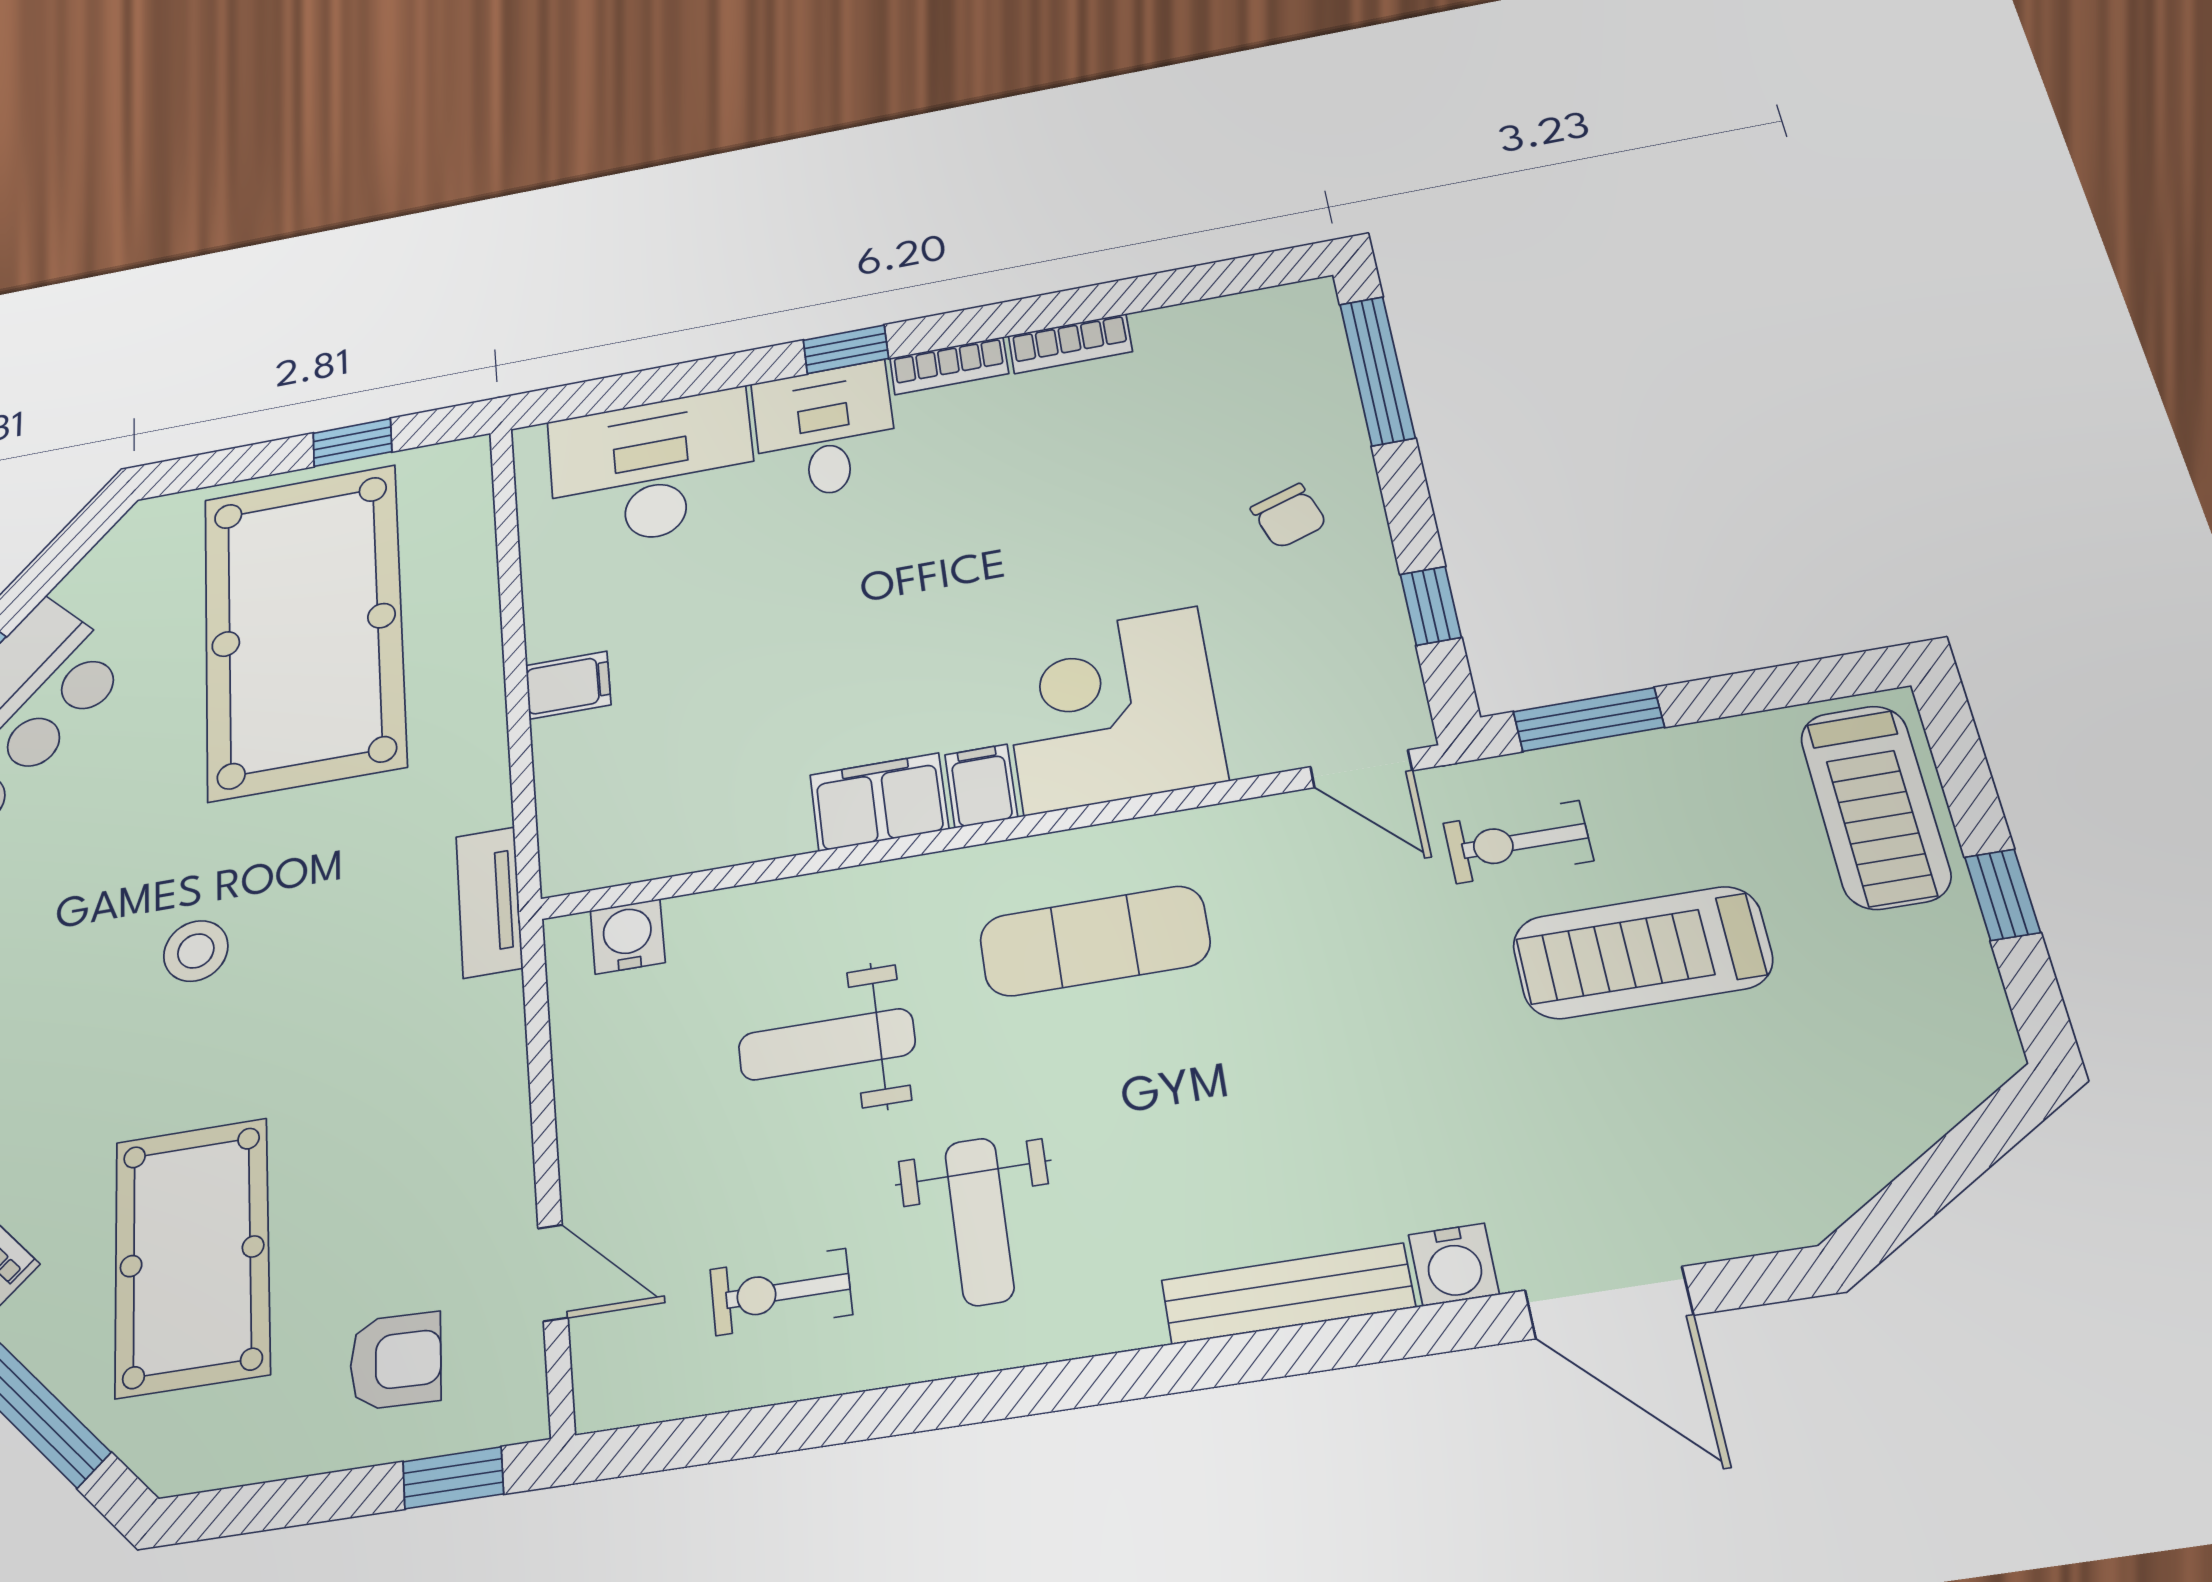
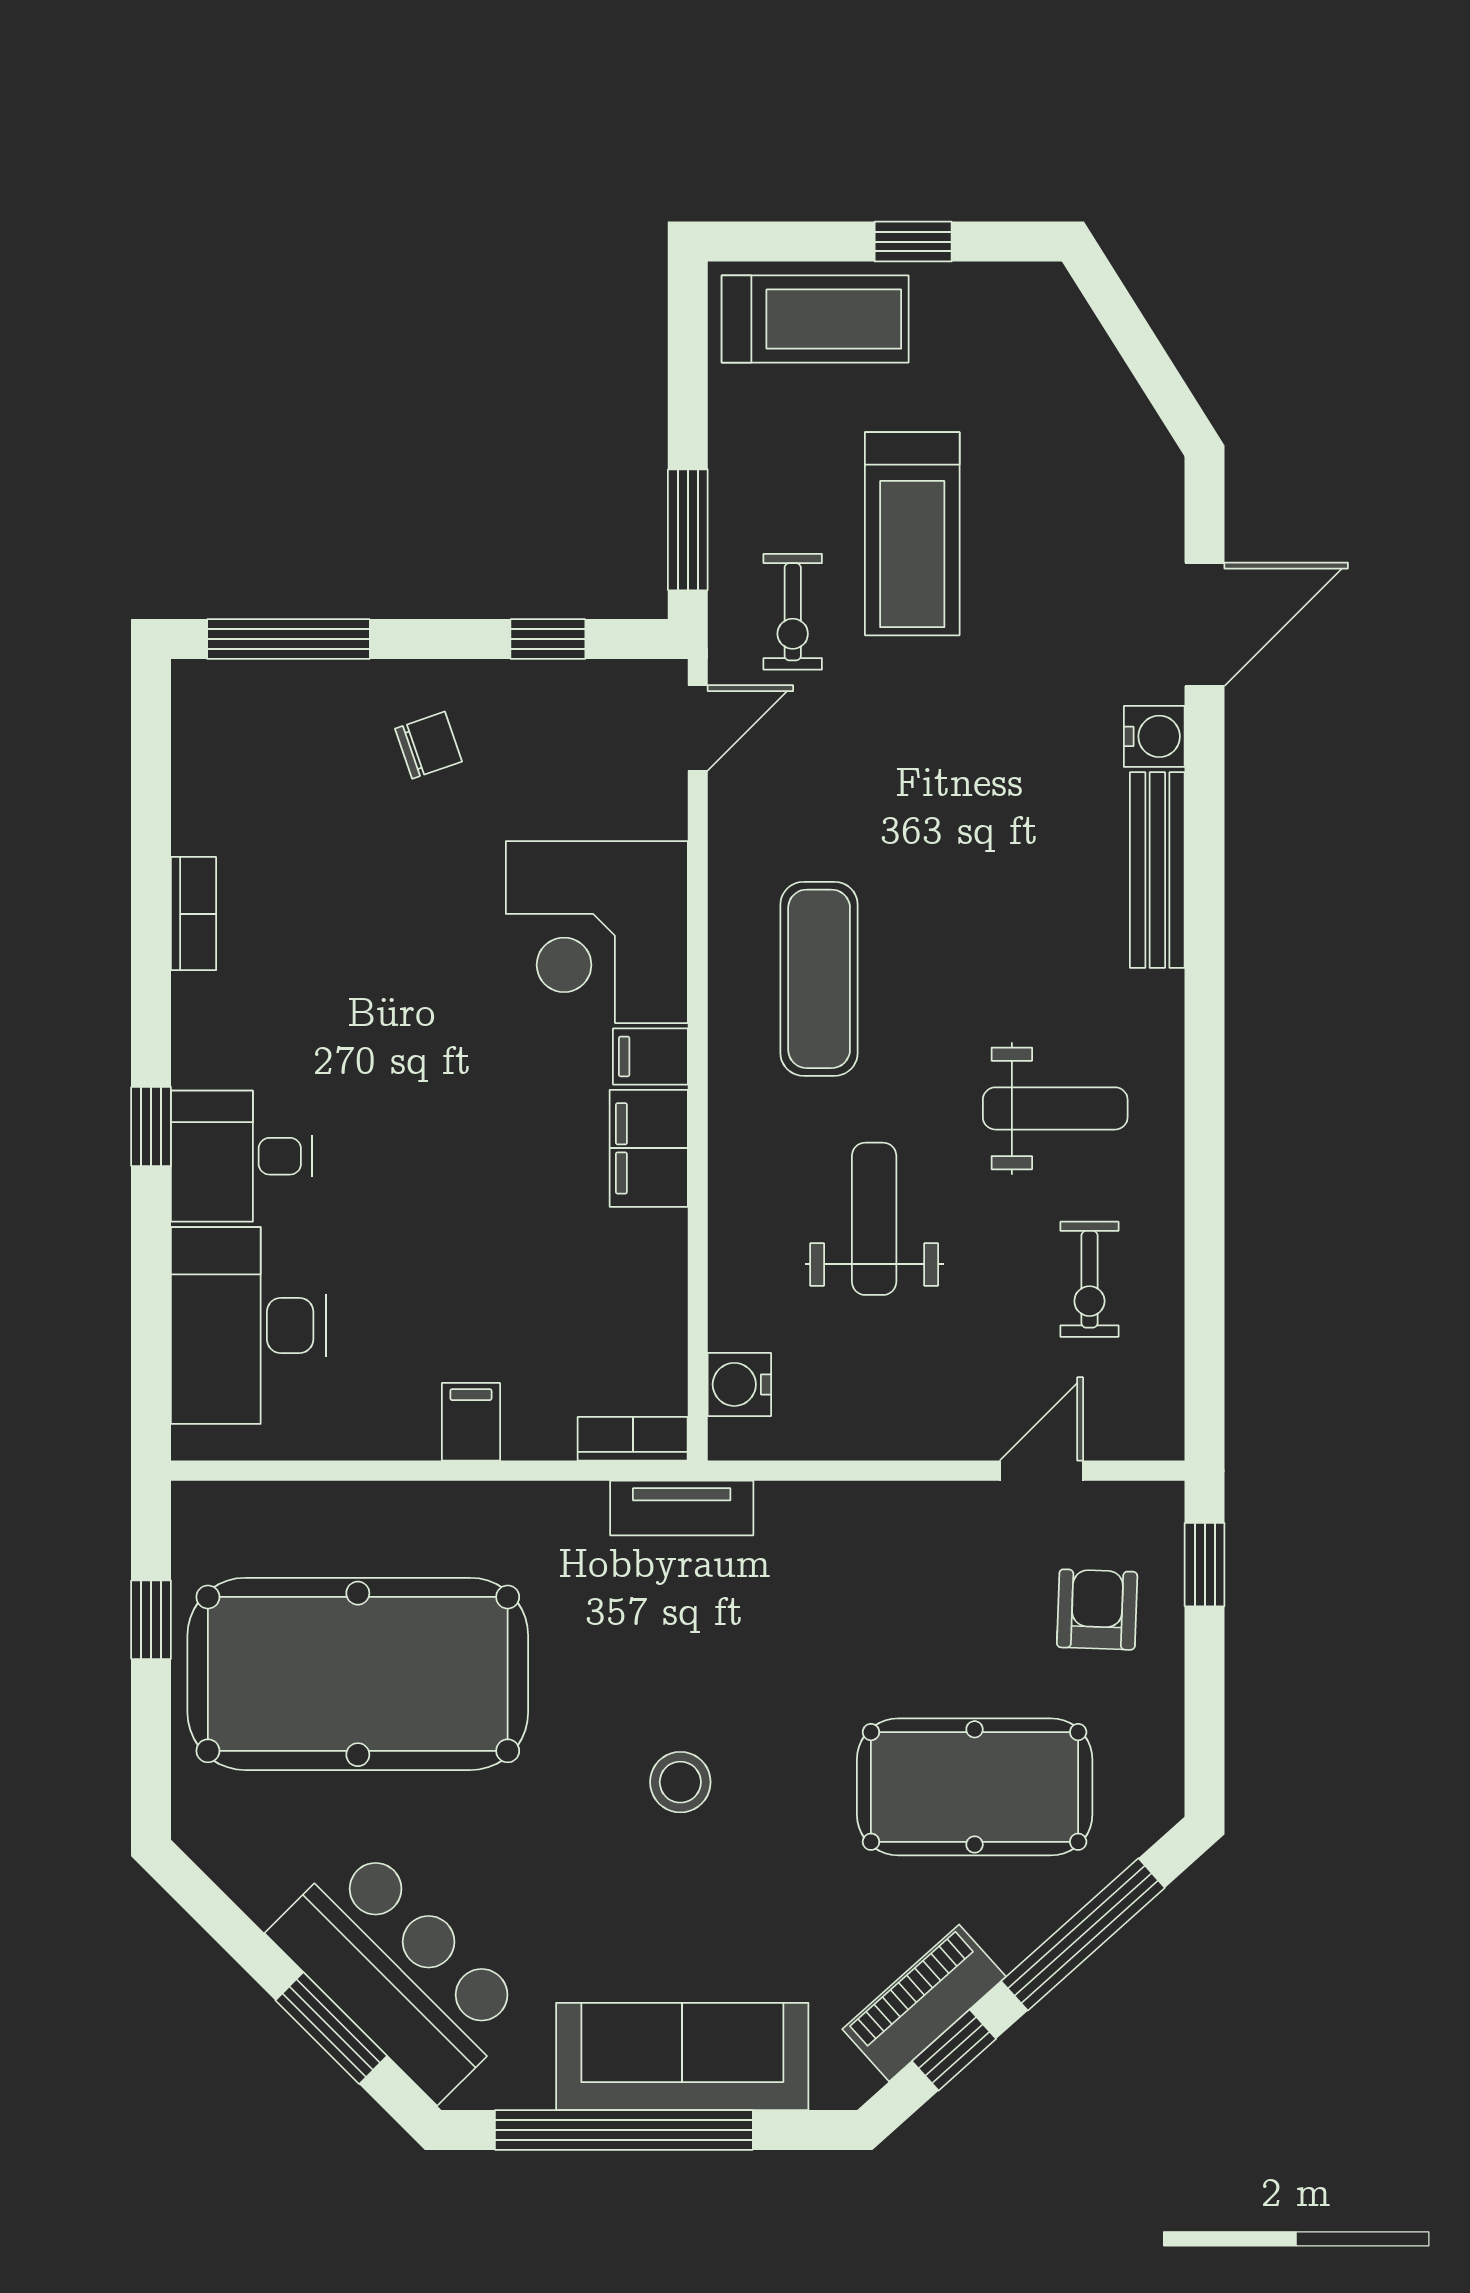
bookcase: (949, 366) -> (633, 1439), moved, turned -90
weight bench: (827, 1044) -> (874, 1219), turned 180

